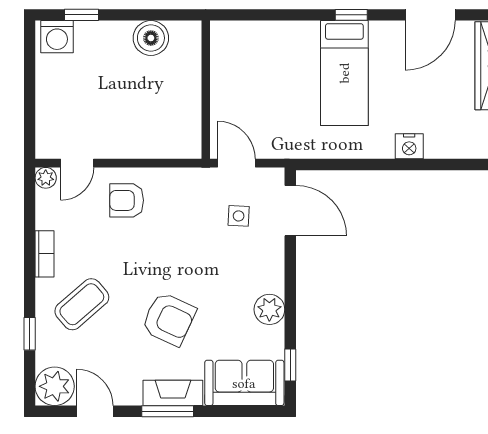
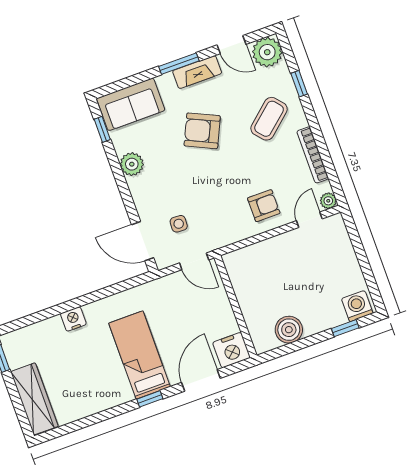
door: (430, 15) -> (201, 380), moved
nightstand: (230, 38) -> (232, 350), added
bookcase: (45, 254) -> (313, 155), width x1.56
fireplace: (173, 393) -> (197, 72), moved

